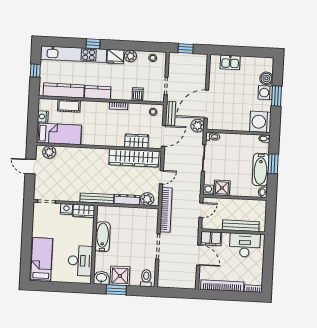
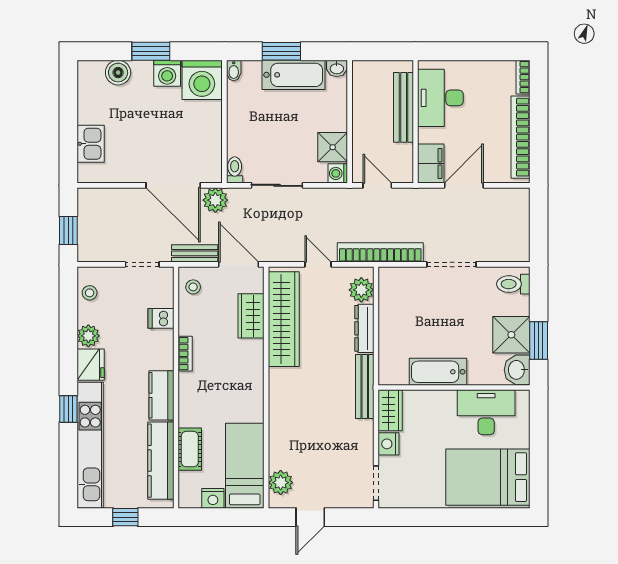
washing machine: (265, 93) -> (167, 73), moved
bed: (42, 260) -> (488, 477), width x1.50

